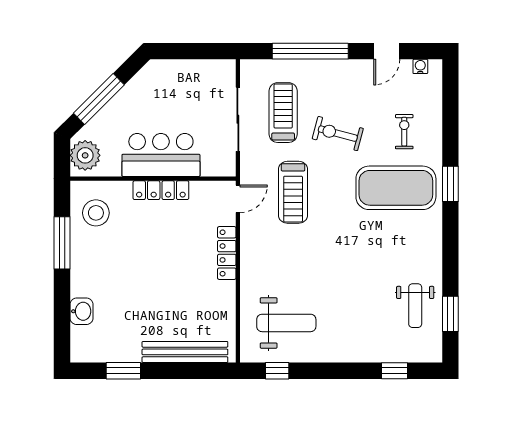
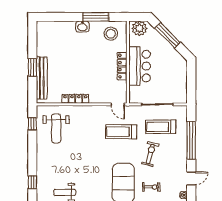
door: (387, 51) -> (191, 178), swing flipped
treadmill: (283, 113) -> (161, 127), turned 180
locker: (227, 253) -> (75, 99), moved
washbasin: (81, 311) -> (82, 27), moved
window: (123, 371) -> (32, 67), moved

